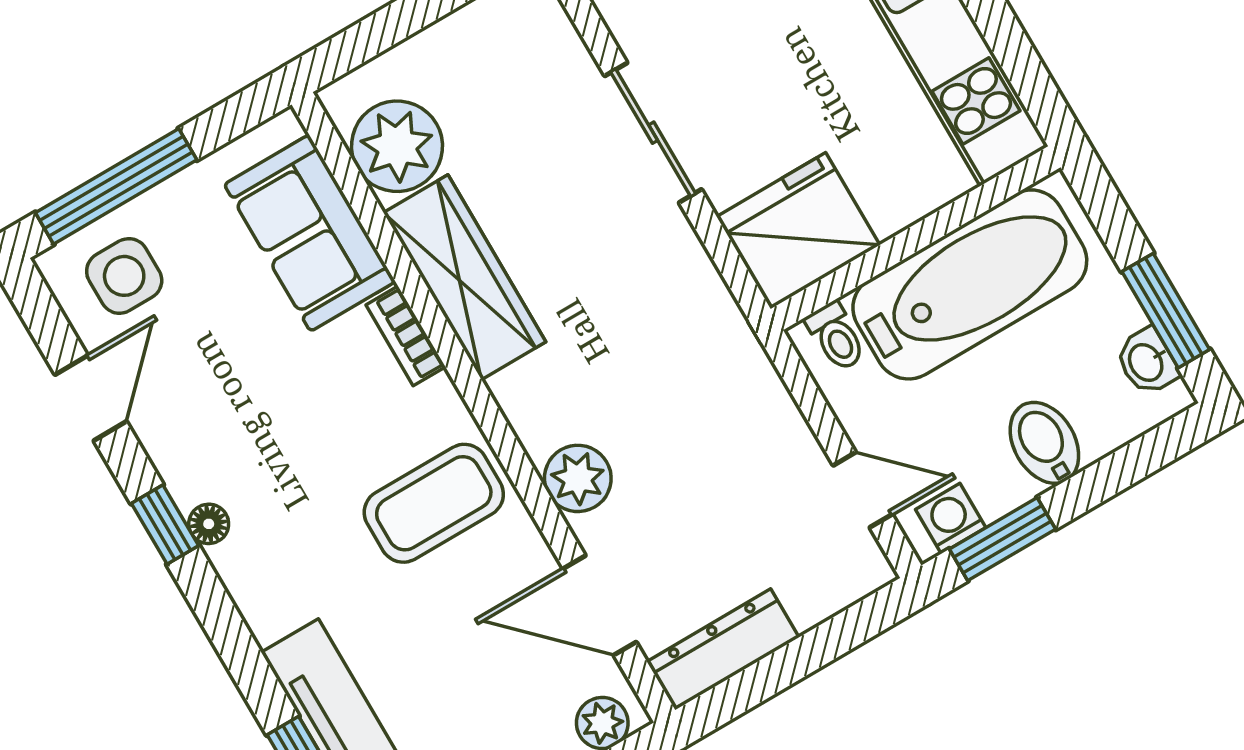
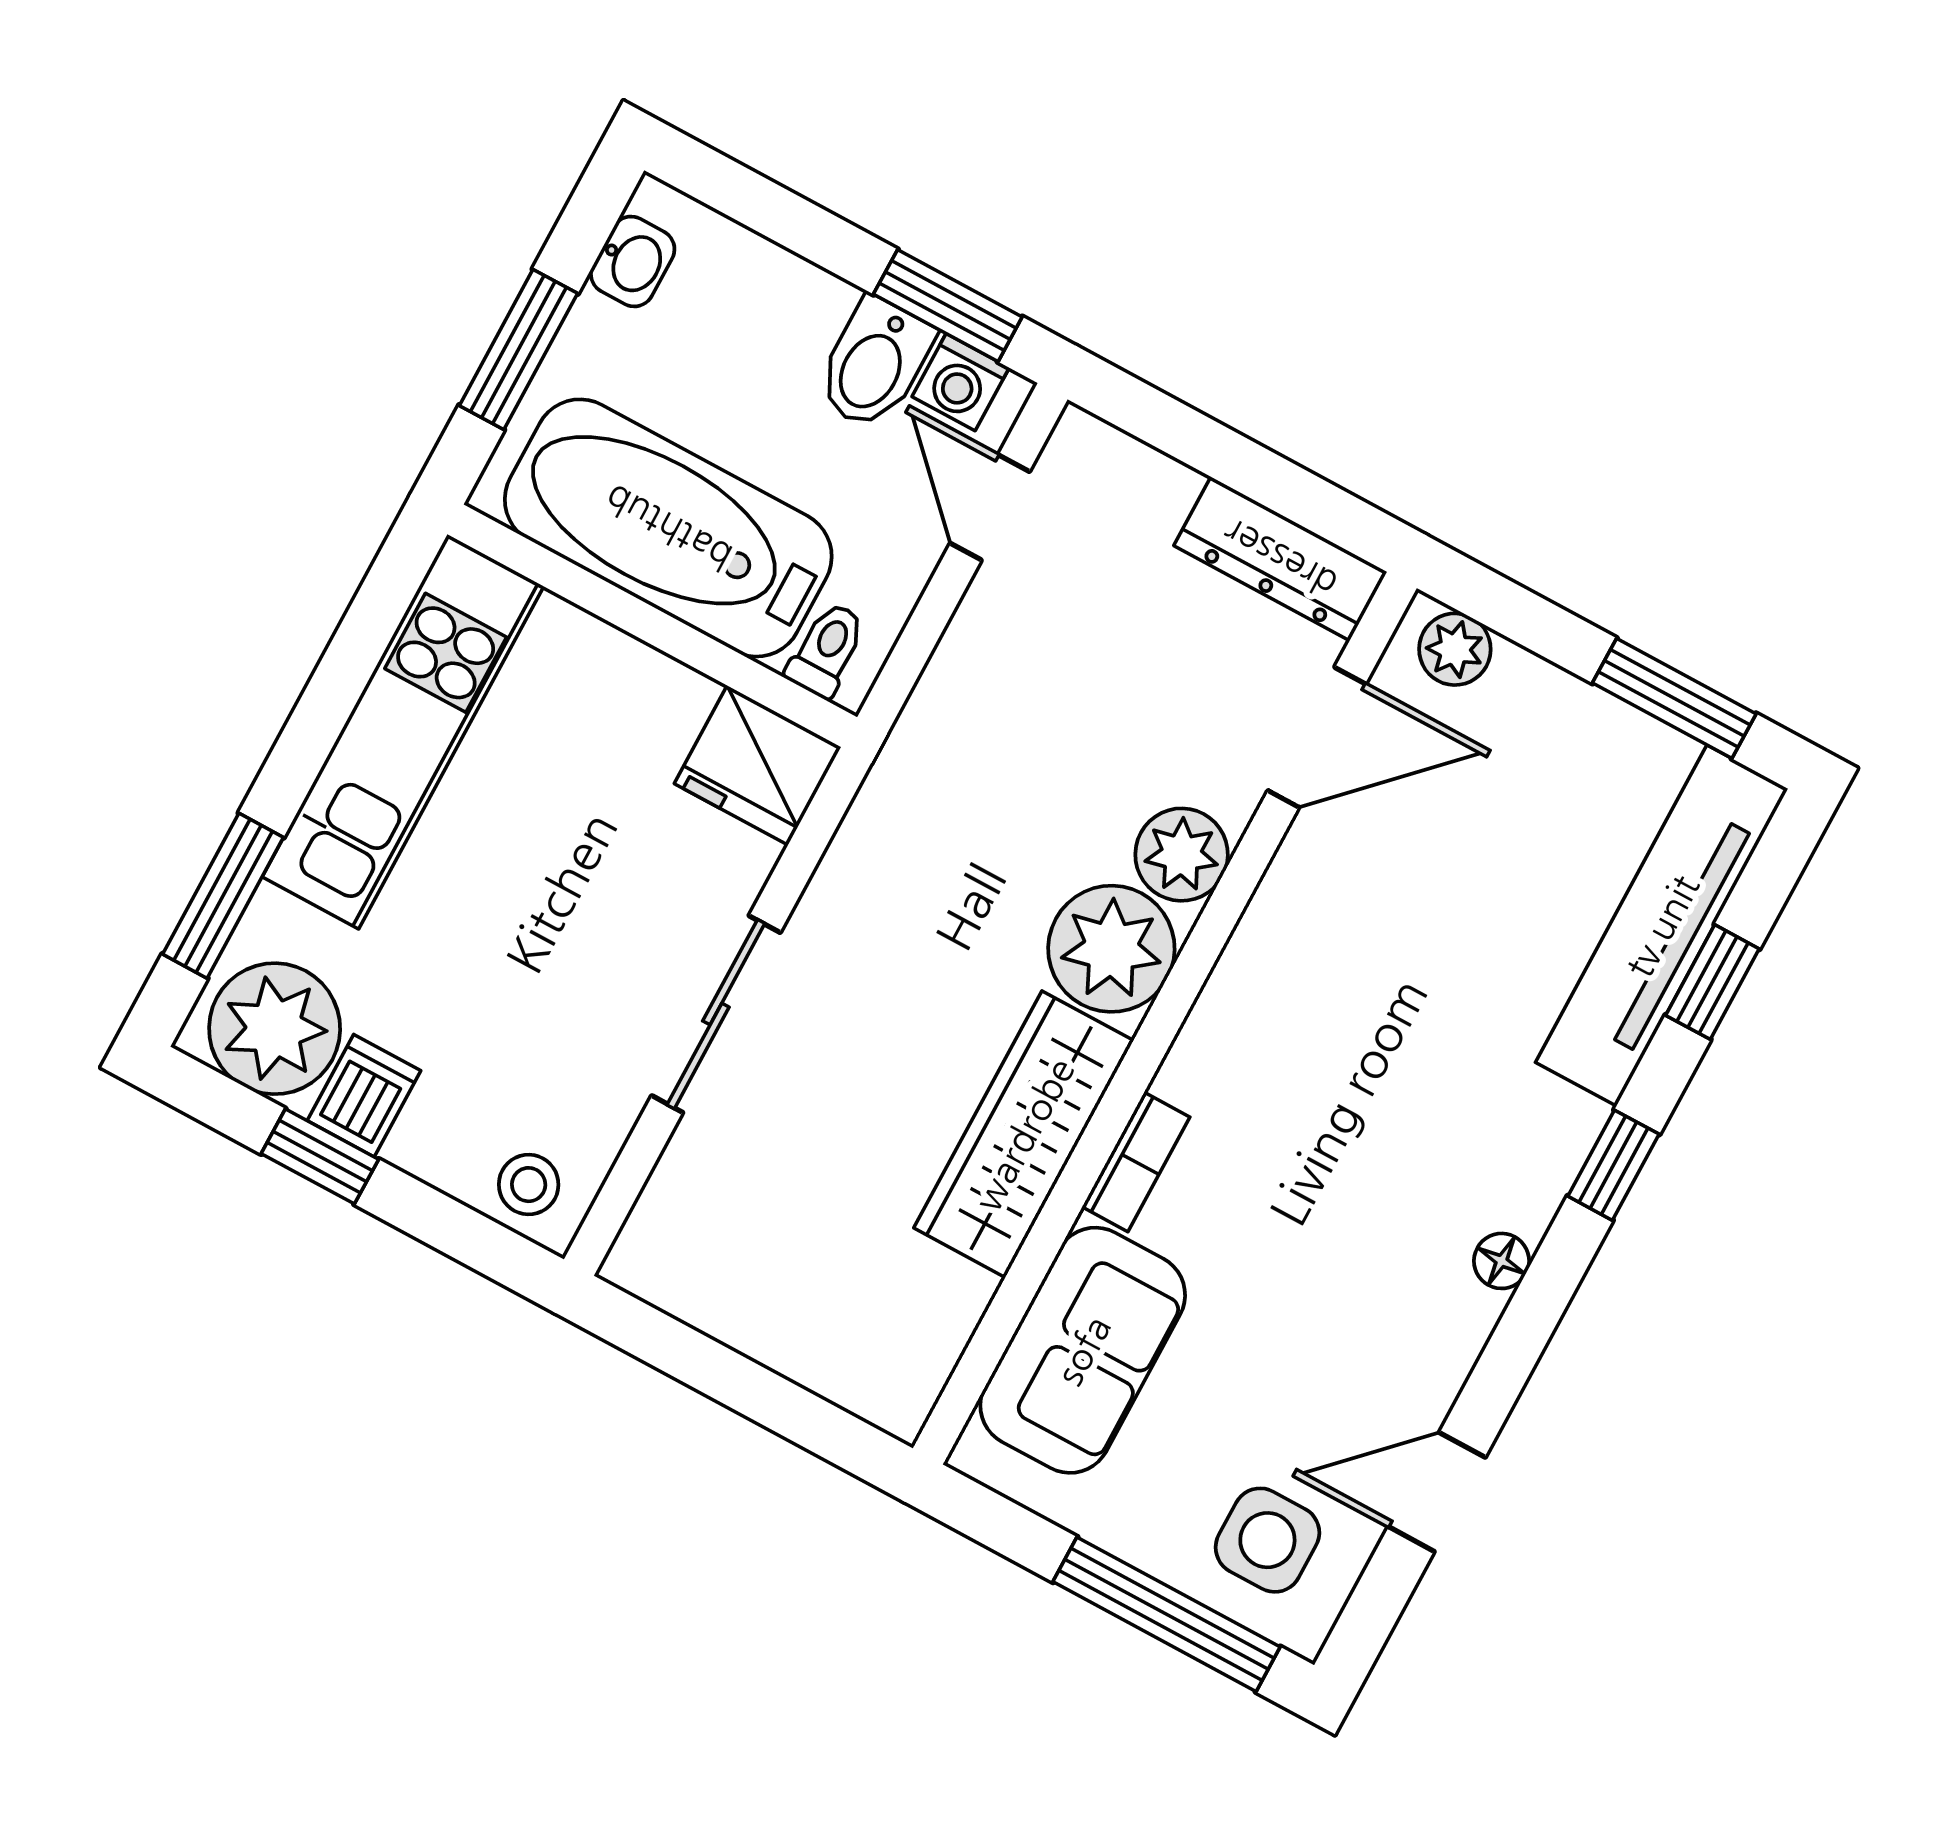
plant: (397, 146) -> (1111, 949), moved
fridge: (798, 231) -> (758, 765), width x0.73, depth x0.75
window: (1166, 311) -> (518, 350), moved
bidet: (1044, 443) -> (874, 364), moved
coffee table: (434, 503) -> (1315, 1008), removed
window: (165, 525) -> (1613, 1165), moved
door: (600, 605) -> (1317, 737), hinge flipped

